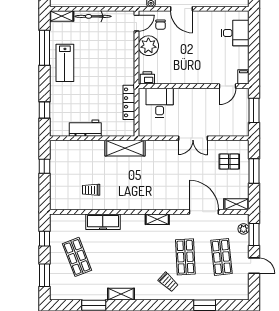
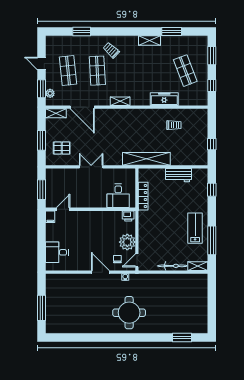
shelving: (125, 148) -> (146, 159), width x1.47

